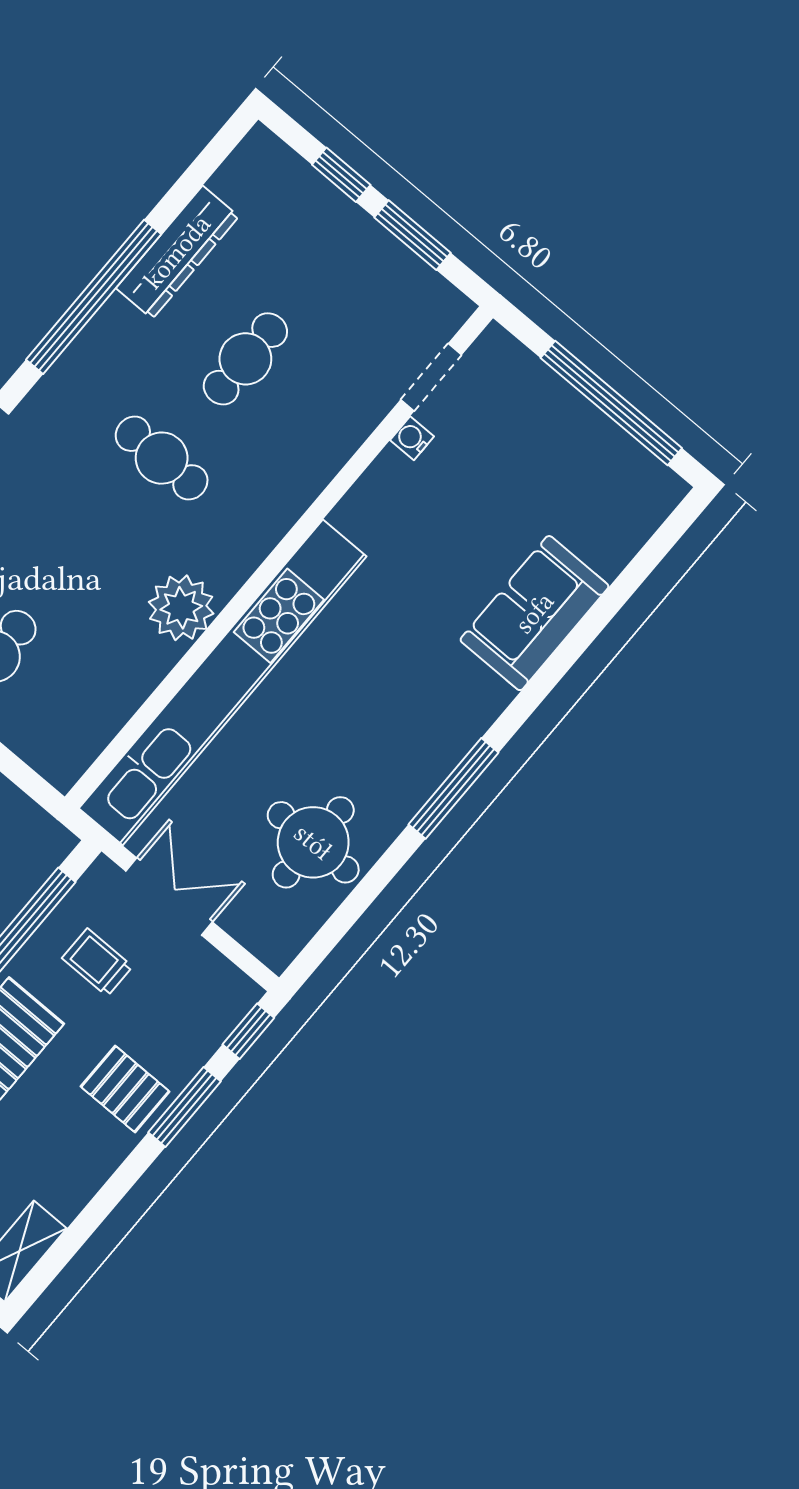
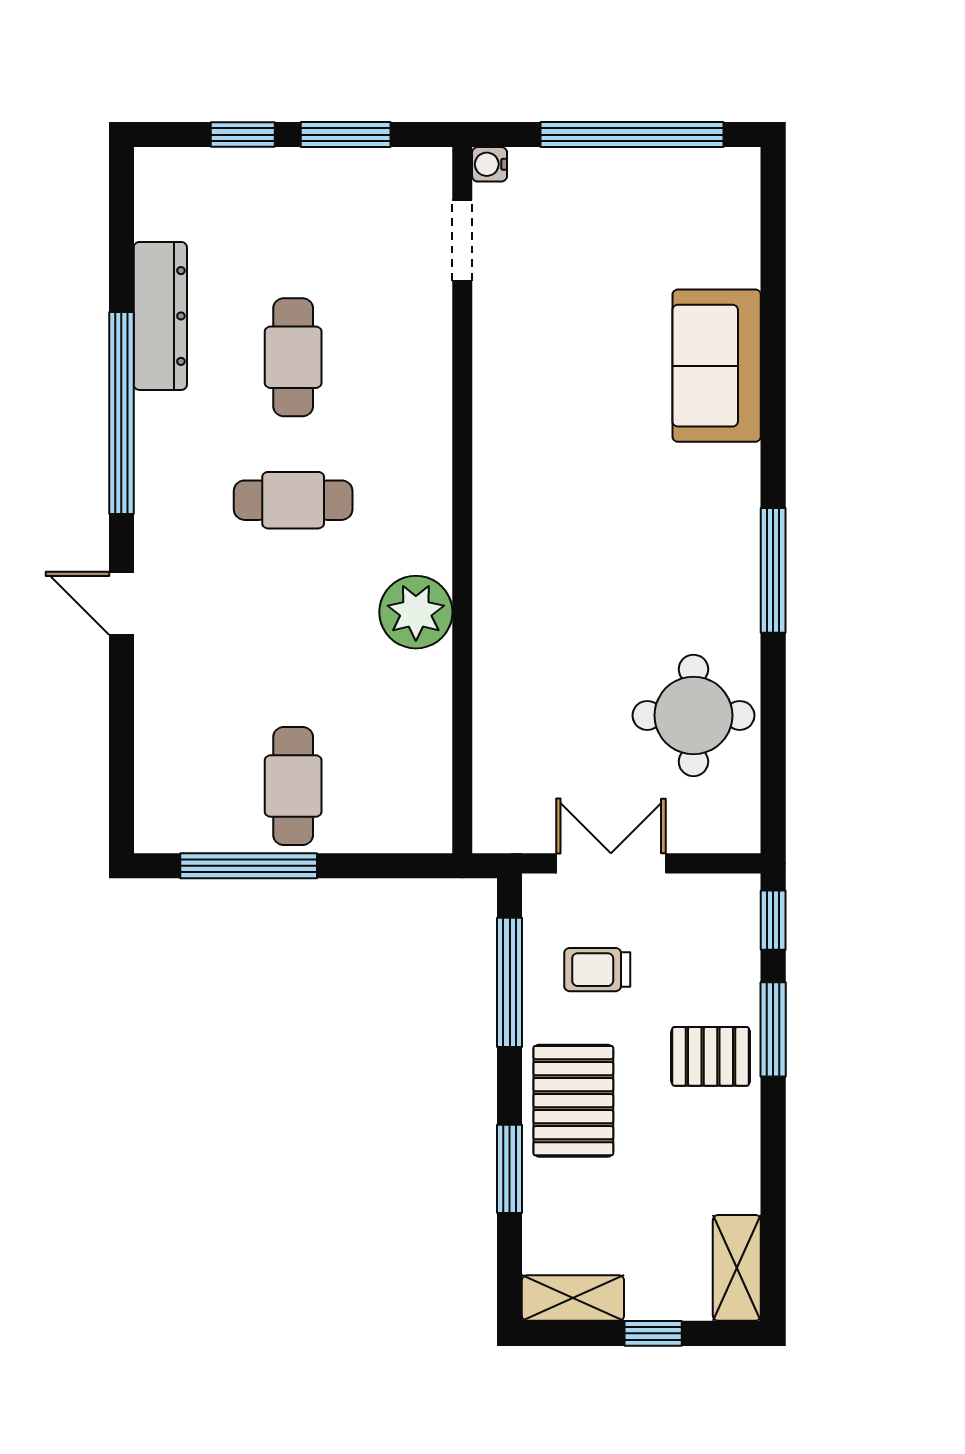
water cooler: (412, 438) -> (490, 164), moved
kitchen unit: (223, 682) -> (504, 645), removed

